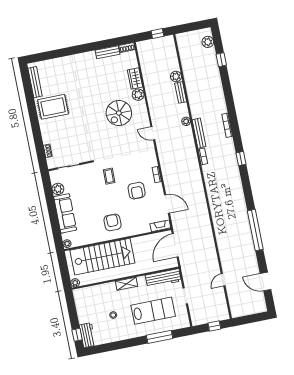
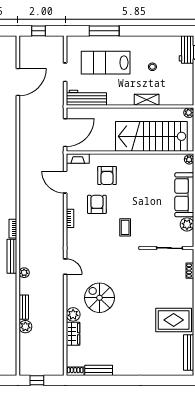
spiral stairs: (119, 113) -> (99, 298), turned -90
armchair: (113, 222) -> (107, 176), moved
door: (223, 280) -> (18, 82), width x1.88
shelving: (127, 284) -> (147, 100), moved

